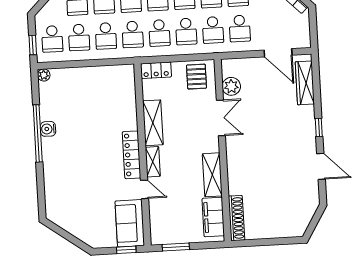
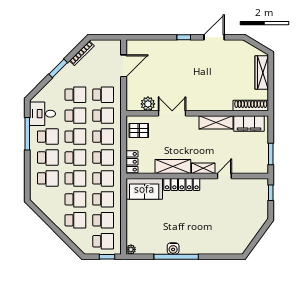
wardrobe: (305, 83) -> (262, 73), moved, turned 90
locker: (132, 155) -> (182, 184), moved
sofa: (130, 223) -> (144, 189), moved

